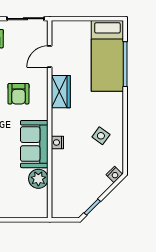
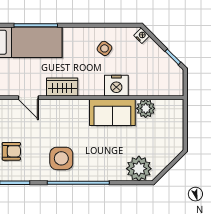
armchair: (18, 94) -> (64, 128), removed
nightstand: (57, 142) -> (116, 86), width x1.89, depth x1.79

